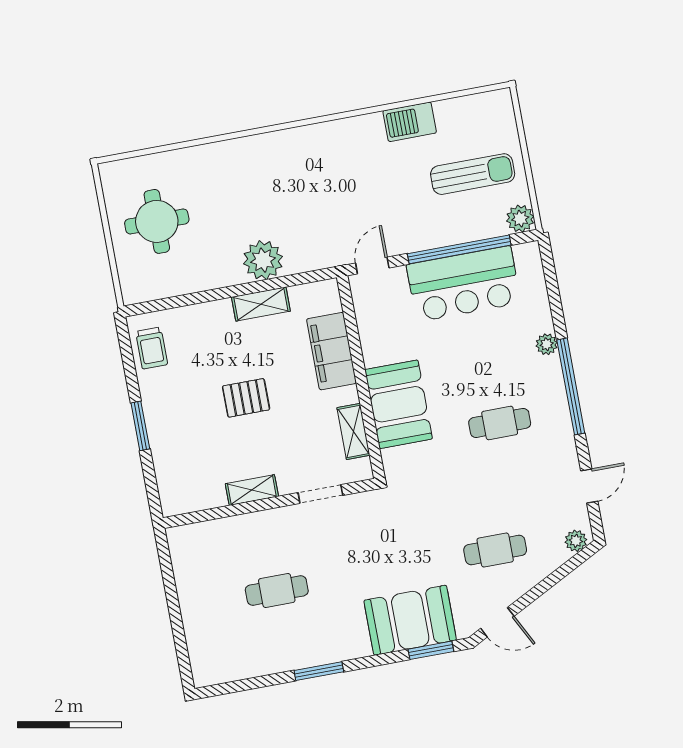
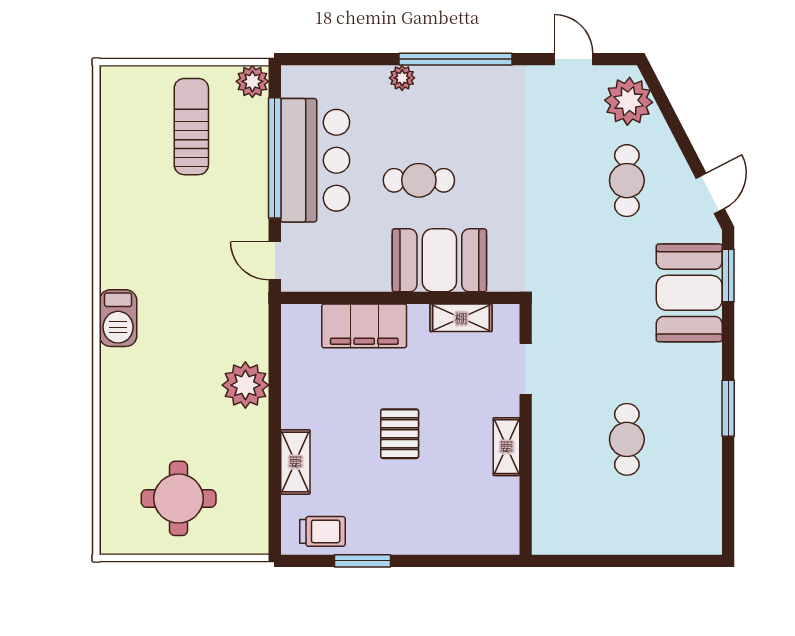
barbecue: (410, 122) -> (118, 318), moved
shelving: (261, 304) -> (295, 462), moved
cafe table: (500, 423) -> (419, 180), moved, turned 90
window: (140, 426) -> (363, 561), moved
plant: (576, 541) -> (629, 101), width x1.88, depth x1.88

